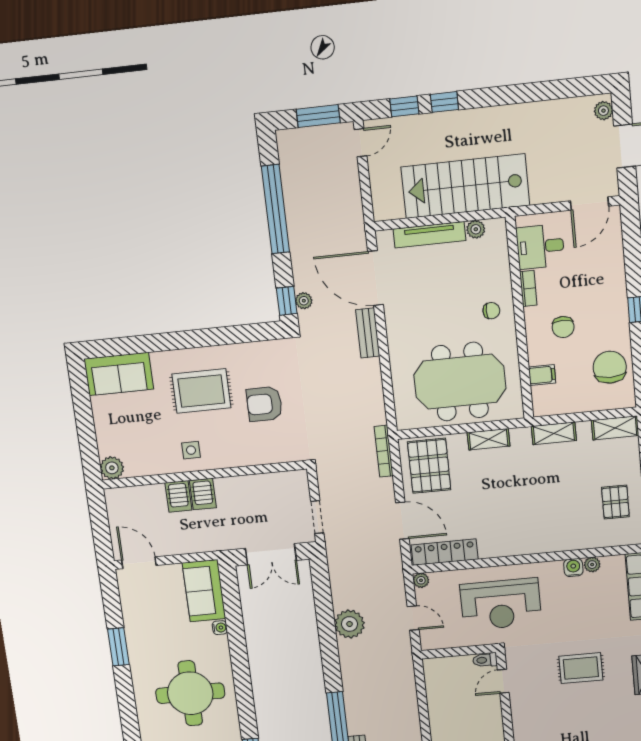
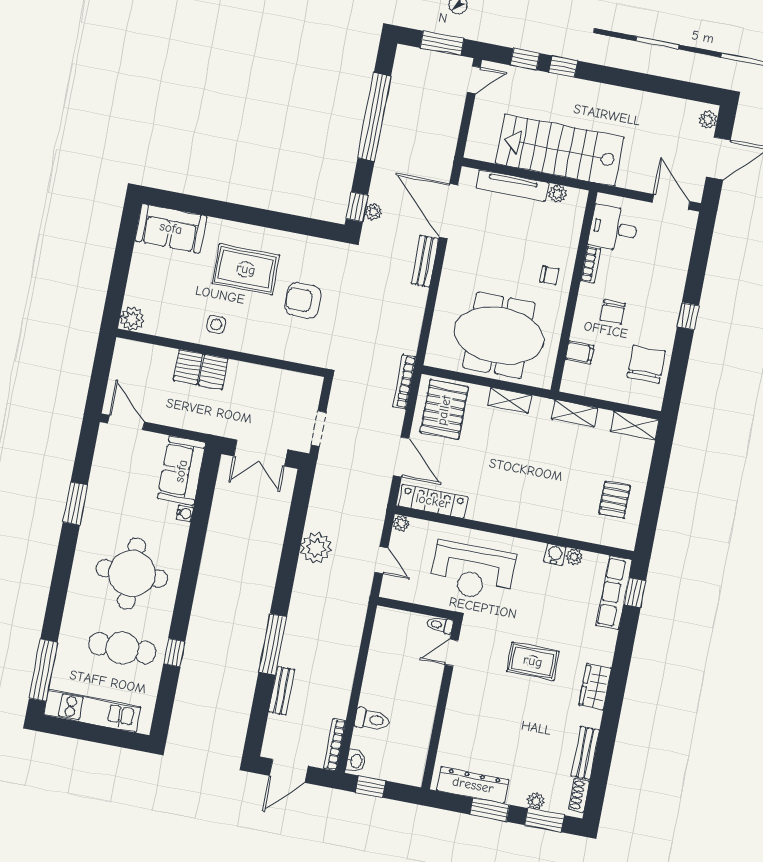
door: (590, 203) -> (671, 202), swing flipped

